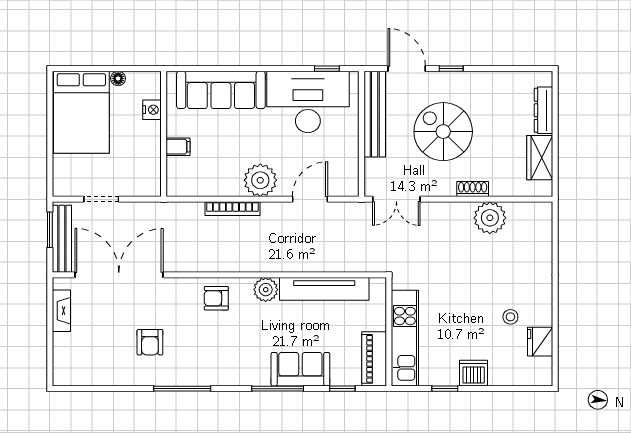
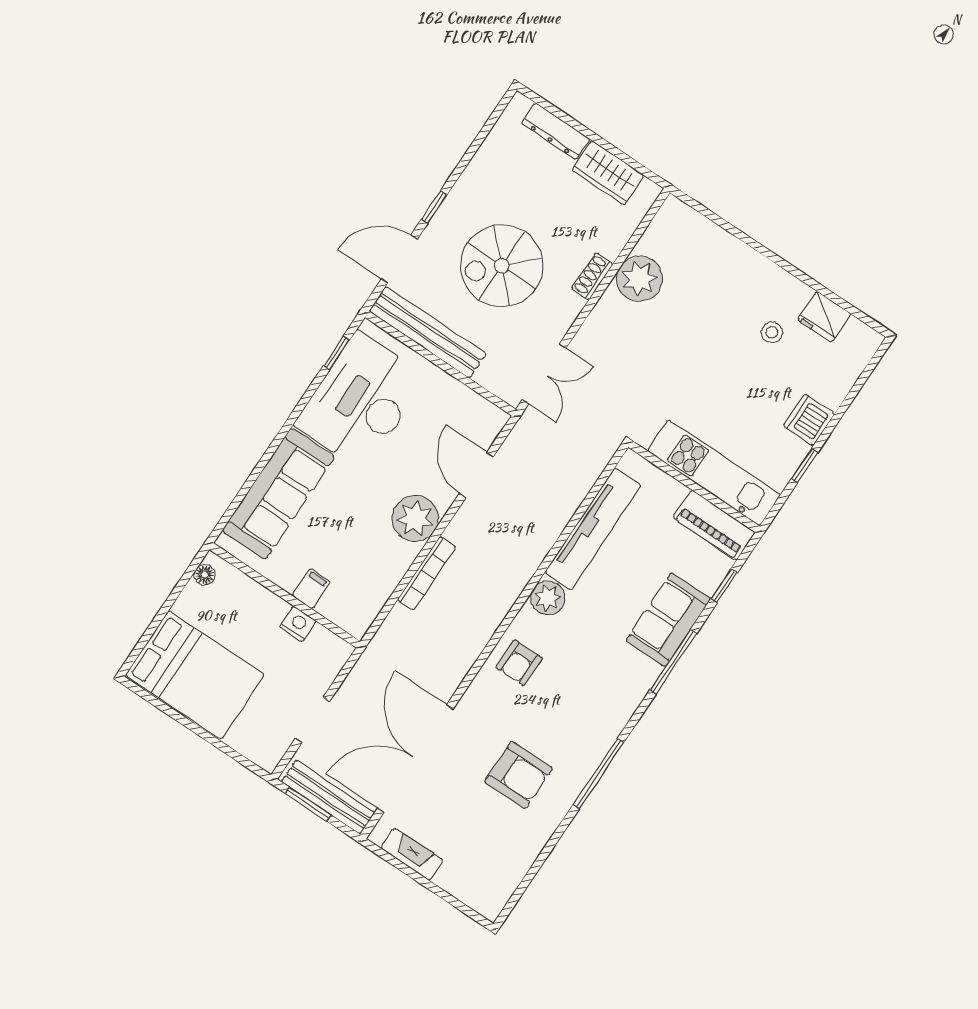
floor lamp: (118, 78) -> (205, 575), moved
nightstand: (152, 110) -> (298, 624), moved
armchair: (150, 342) -> (519, 775), width x1.38, depth x1.38

